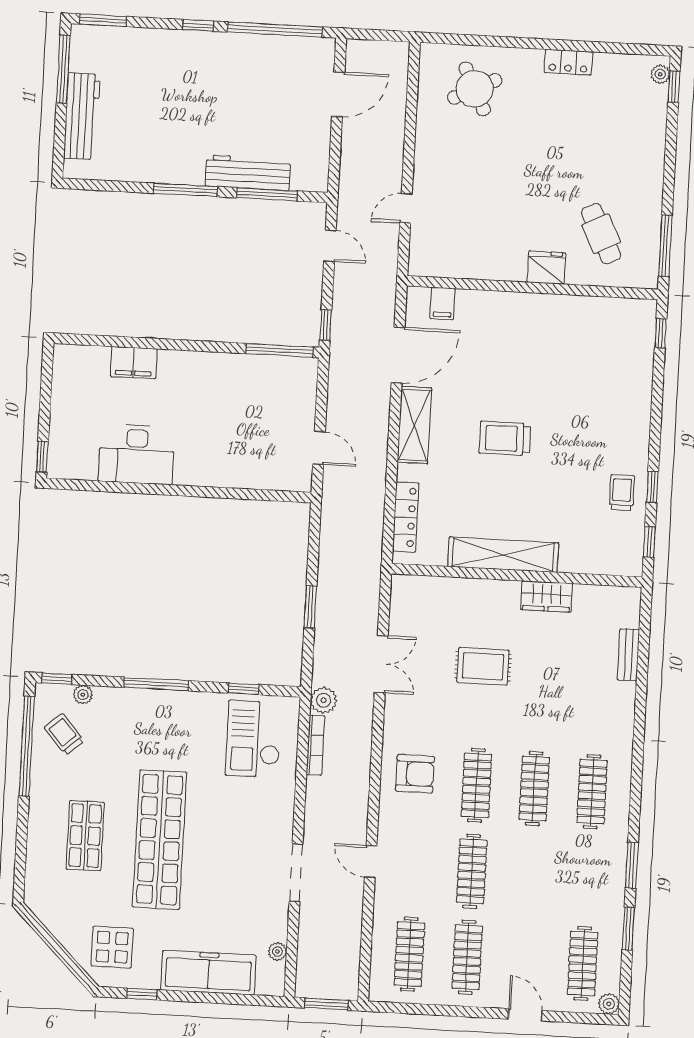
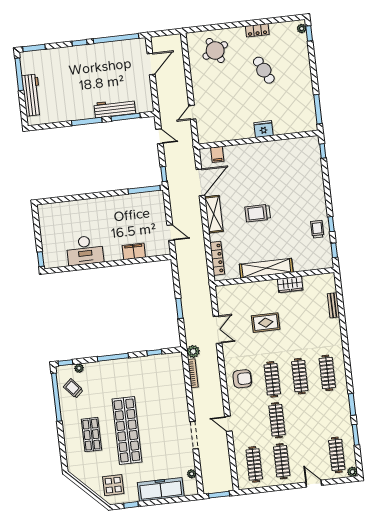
cafe table: (601, 234) -> (264, 70), moved
filing cabinet: (134, 363) -> (134, 251), moved, turned 180
checkout: (253, 739) -> (163, 375), removed

